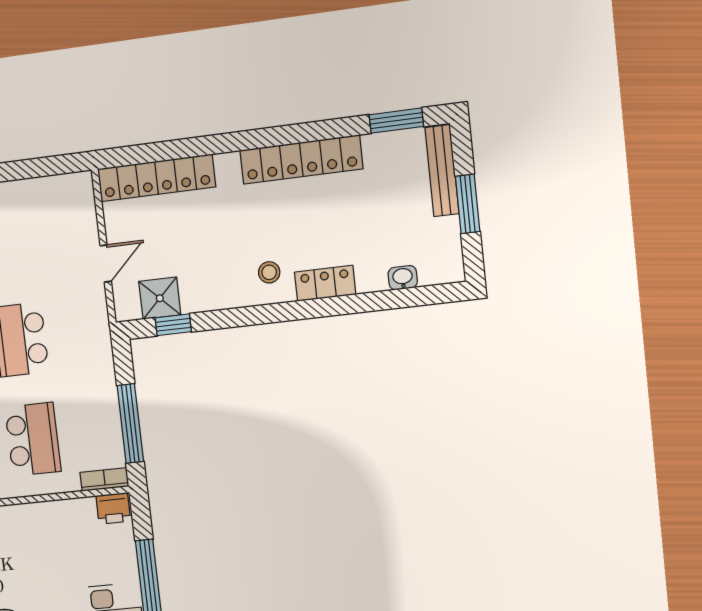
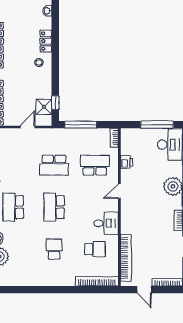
door: (106, 263) -> (28, 127), hinge flipped
window: (130, 423) -> (81, 125), moved
printer: (113, 508) -> (126, 162), moved

